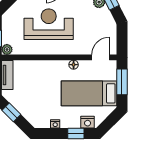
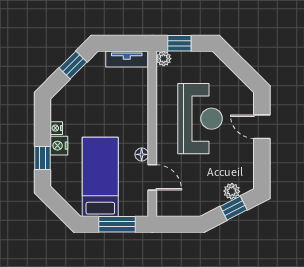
door: (101, 57) -> (152, 177), moved
nightstand: (88, 122) -> (59, 146), moved

